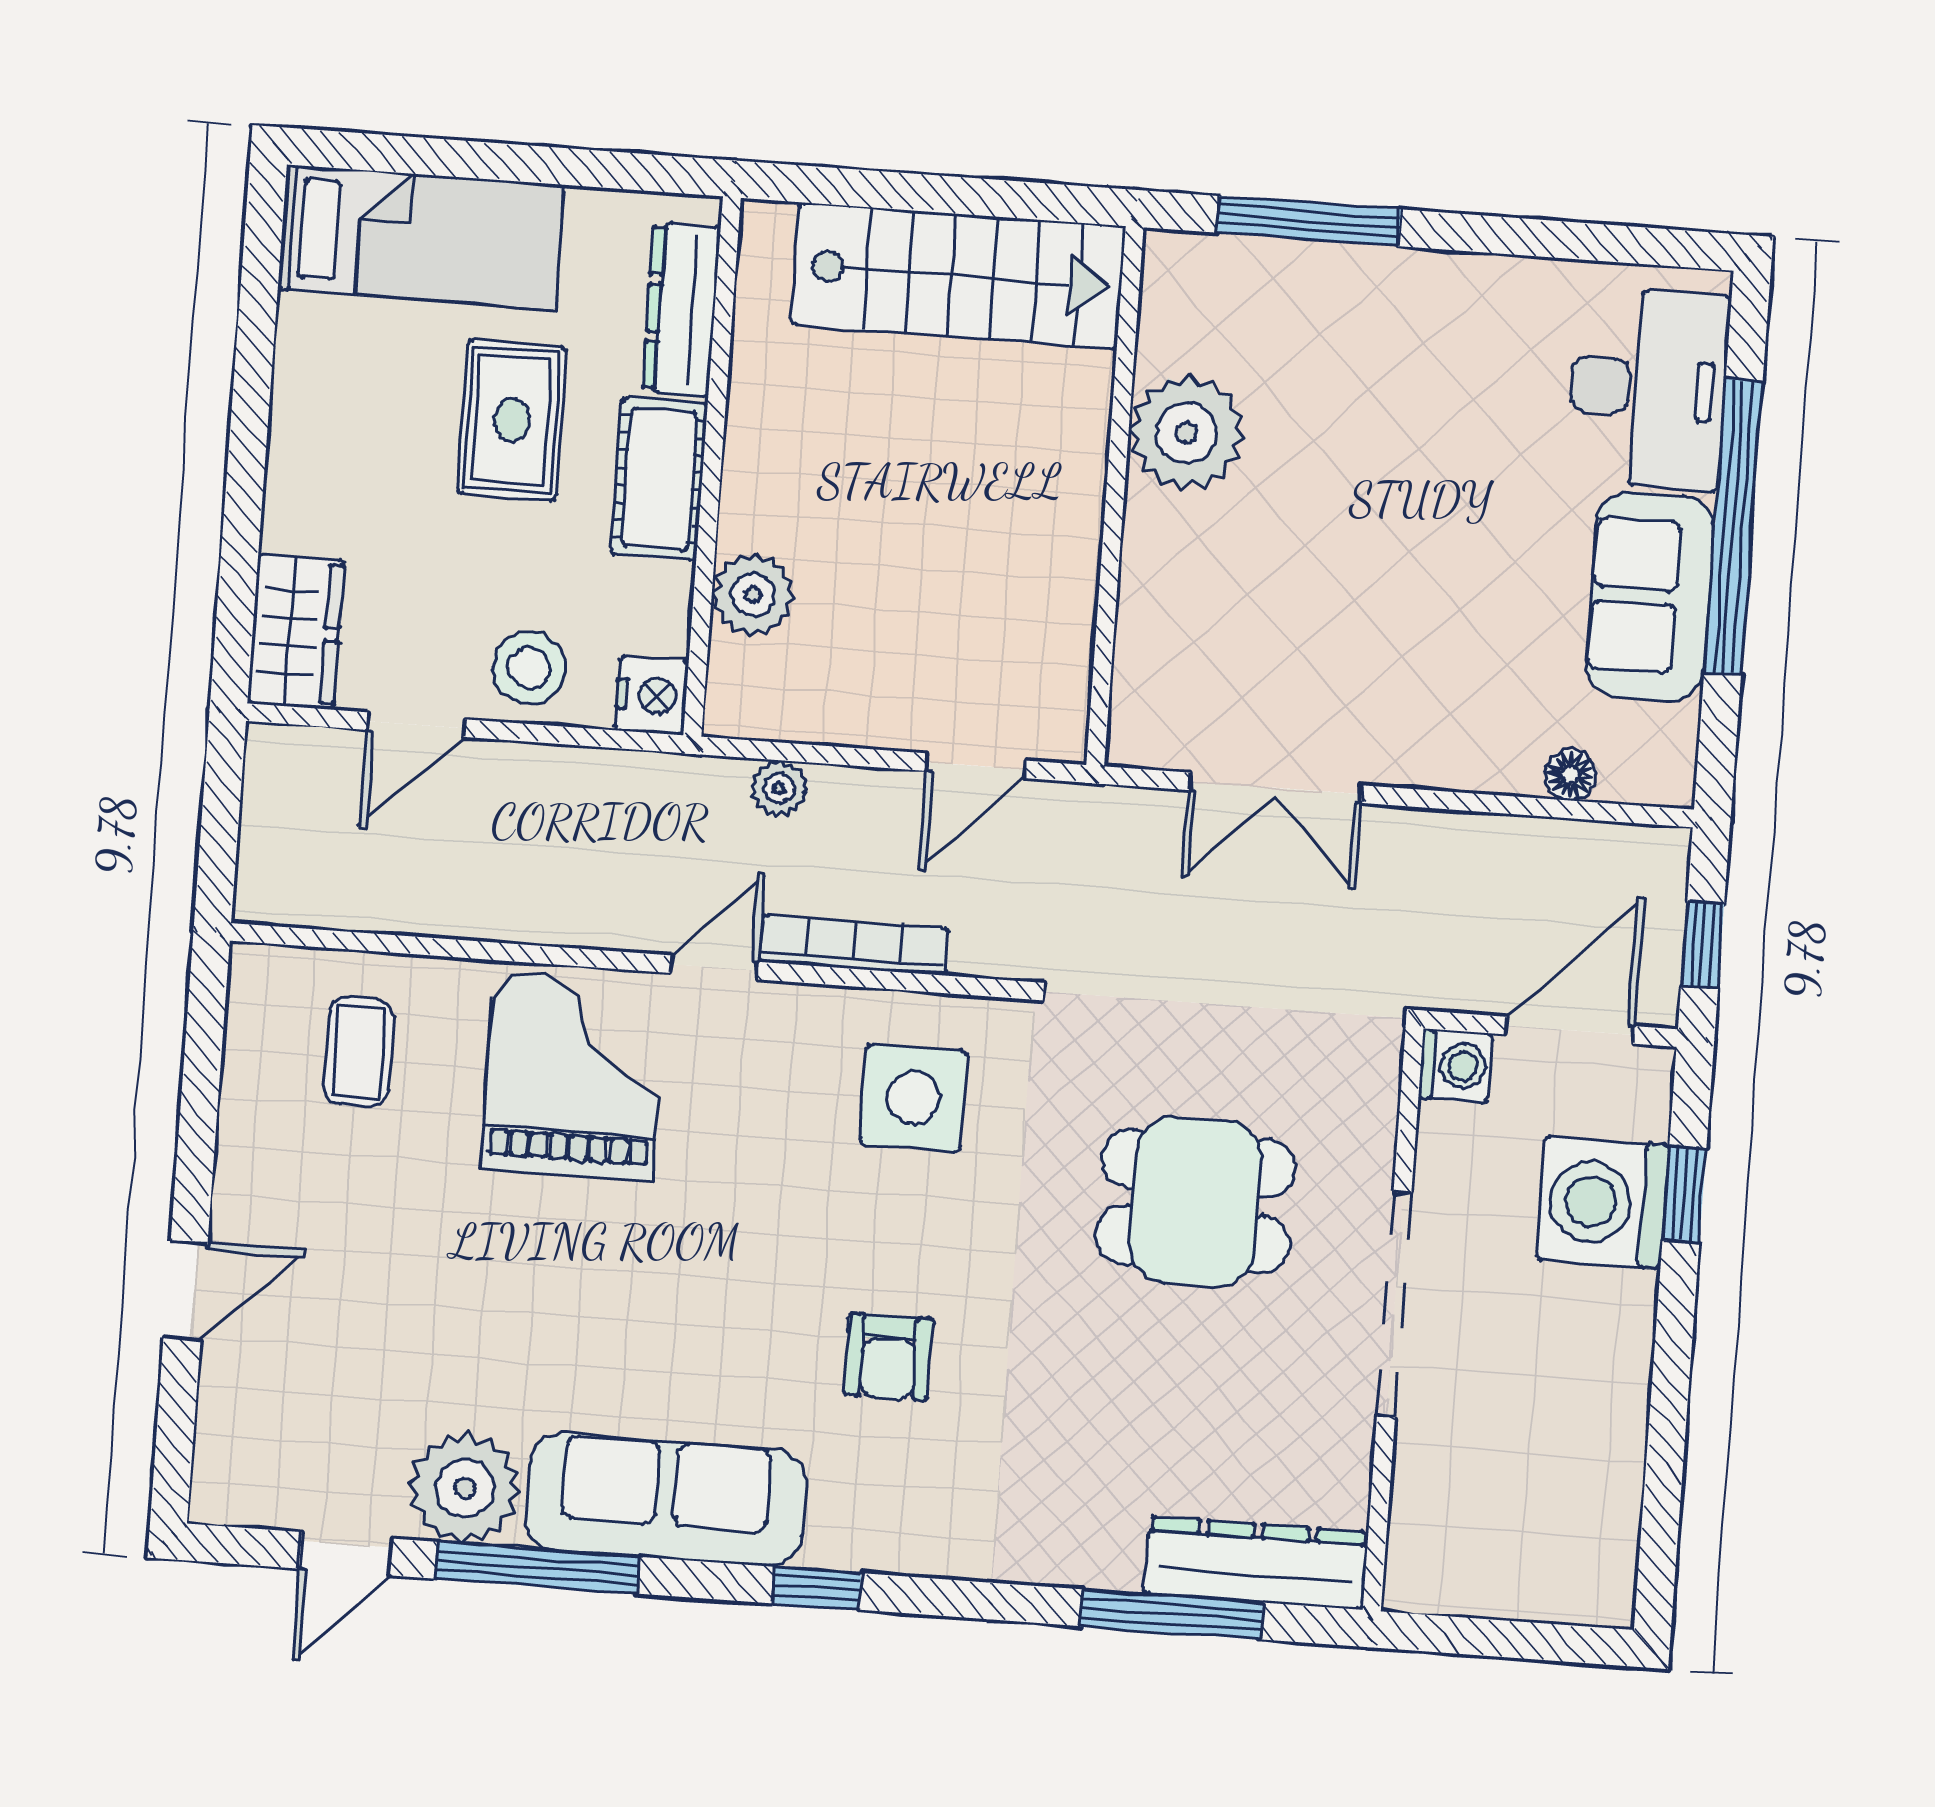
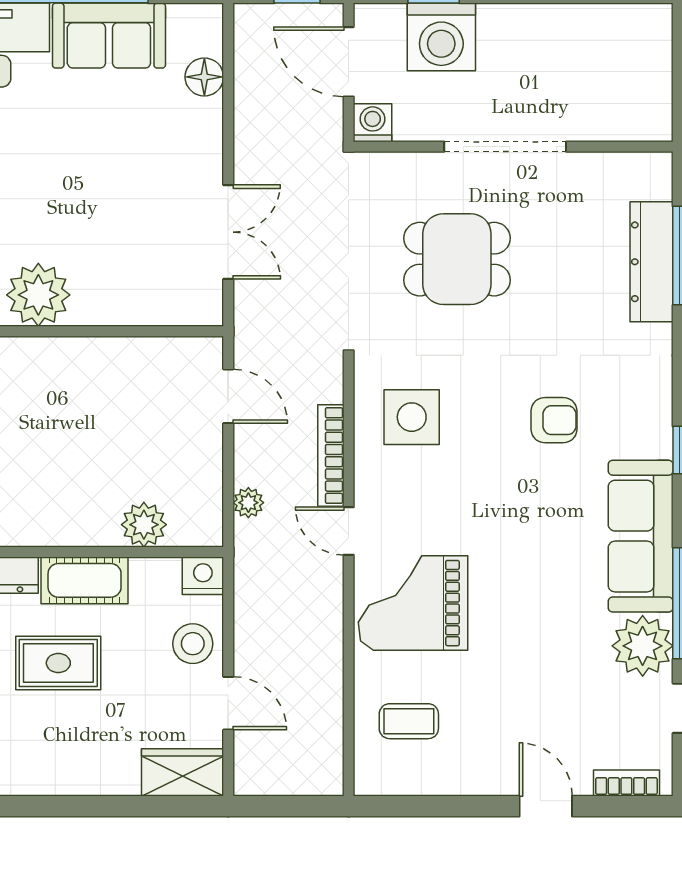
floor lamp: (1570, 775) -> (204, 77), width x1.37, depth x1.37
dining table: (1195, 1201) -> (457, 259), turned 90
bookcase: (217, 1440) -> (626, 783), added
dresser: (1256, 1563) -> (652, 262), moved

